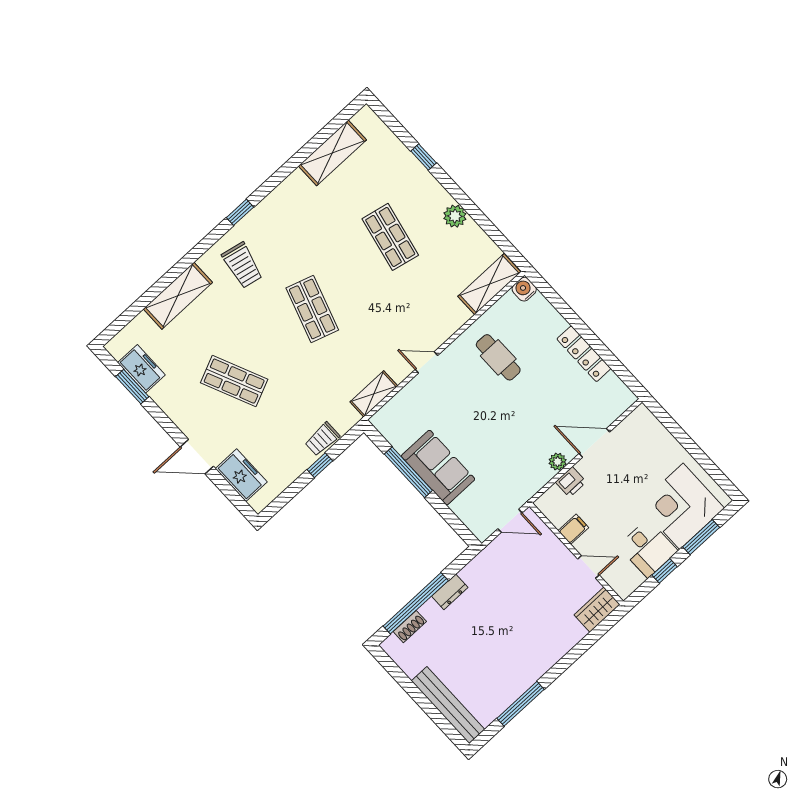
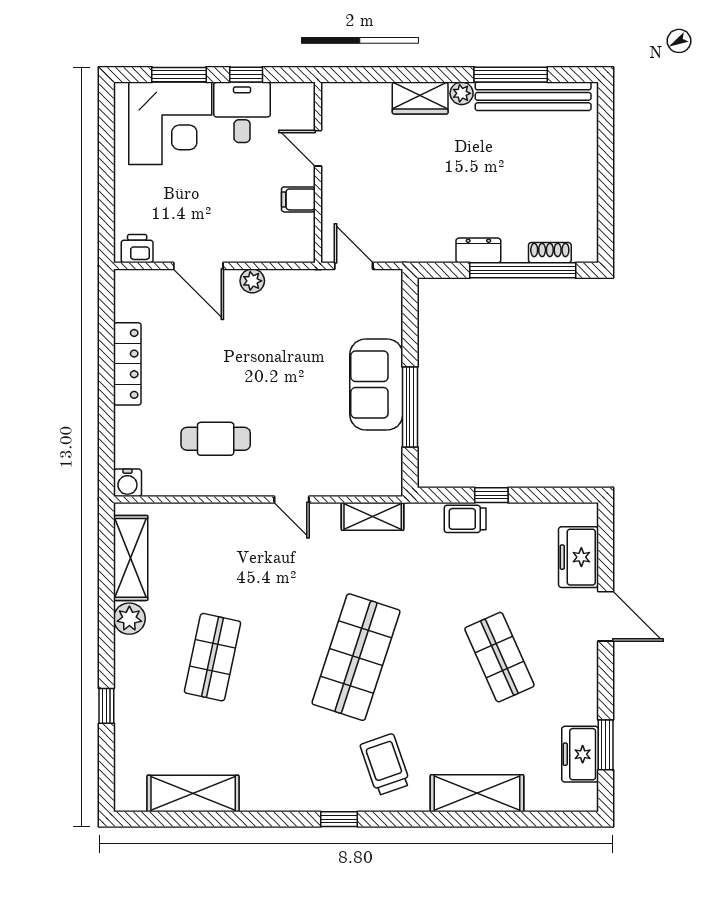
trolley: (242, 265) -> (385, 765), turned -31
shelving: (489, 284) -> (131, 558), moved, turned 90
shop shelf: (312, 309) -> (356, 657), width x1.43, depth x1.36
cafe table: (498, 357) -> (216, 439), turned 90
trolley: (322, 439) -> (465, 519), turned 180
printer: (571, 482) -> (137, 249), moved
wardrobe: (597, 610) -> (420, 98), moved
plant: (538, 669) -> (462, 93), added
bench: (448, 705) -> (533, 96), moved, turned 90

